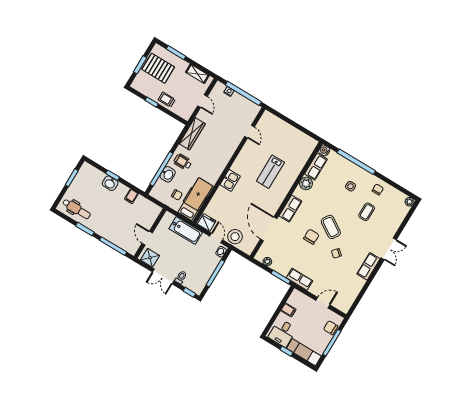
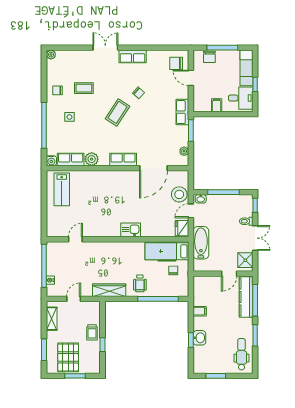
lab bench: (270, 172) -> (62, 189), moved, turned 90
washbasin: (168, 174) -> (160, 290), removed
chair: (311, 237) -> (176, 63), moved
kitchen counter: (120, 240) -> (246, 297), added

